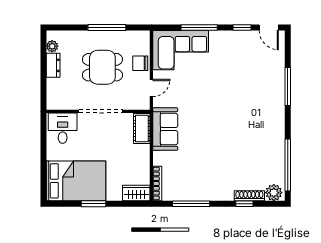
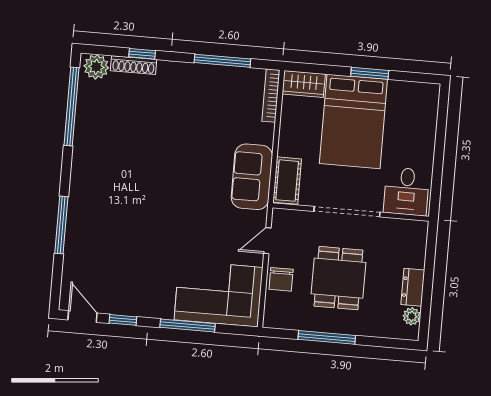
chair: (140, 63) -> (281, 279), turned 90
dining table: (102, 67) -> (338, 278), turned 90
bed: (76, 181) -> (353, 121), moved, turned -90

